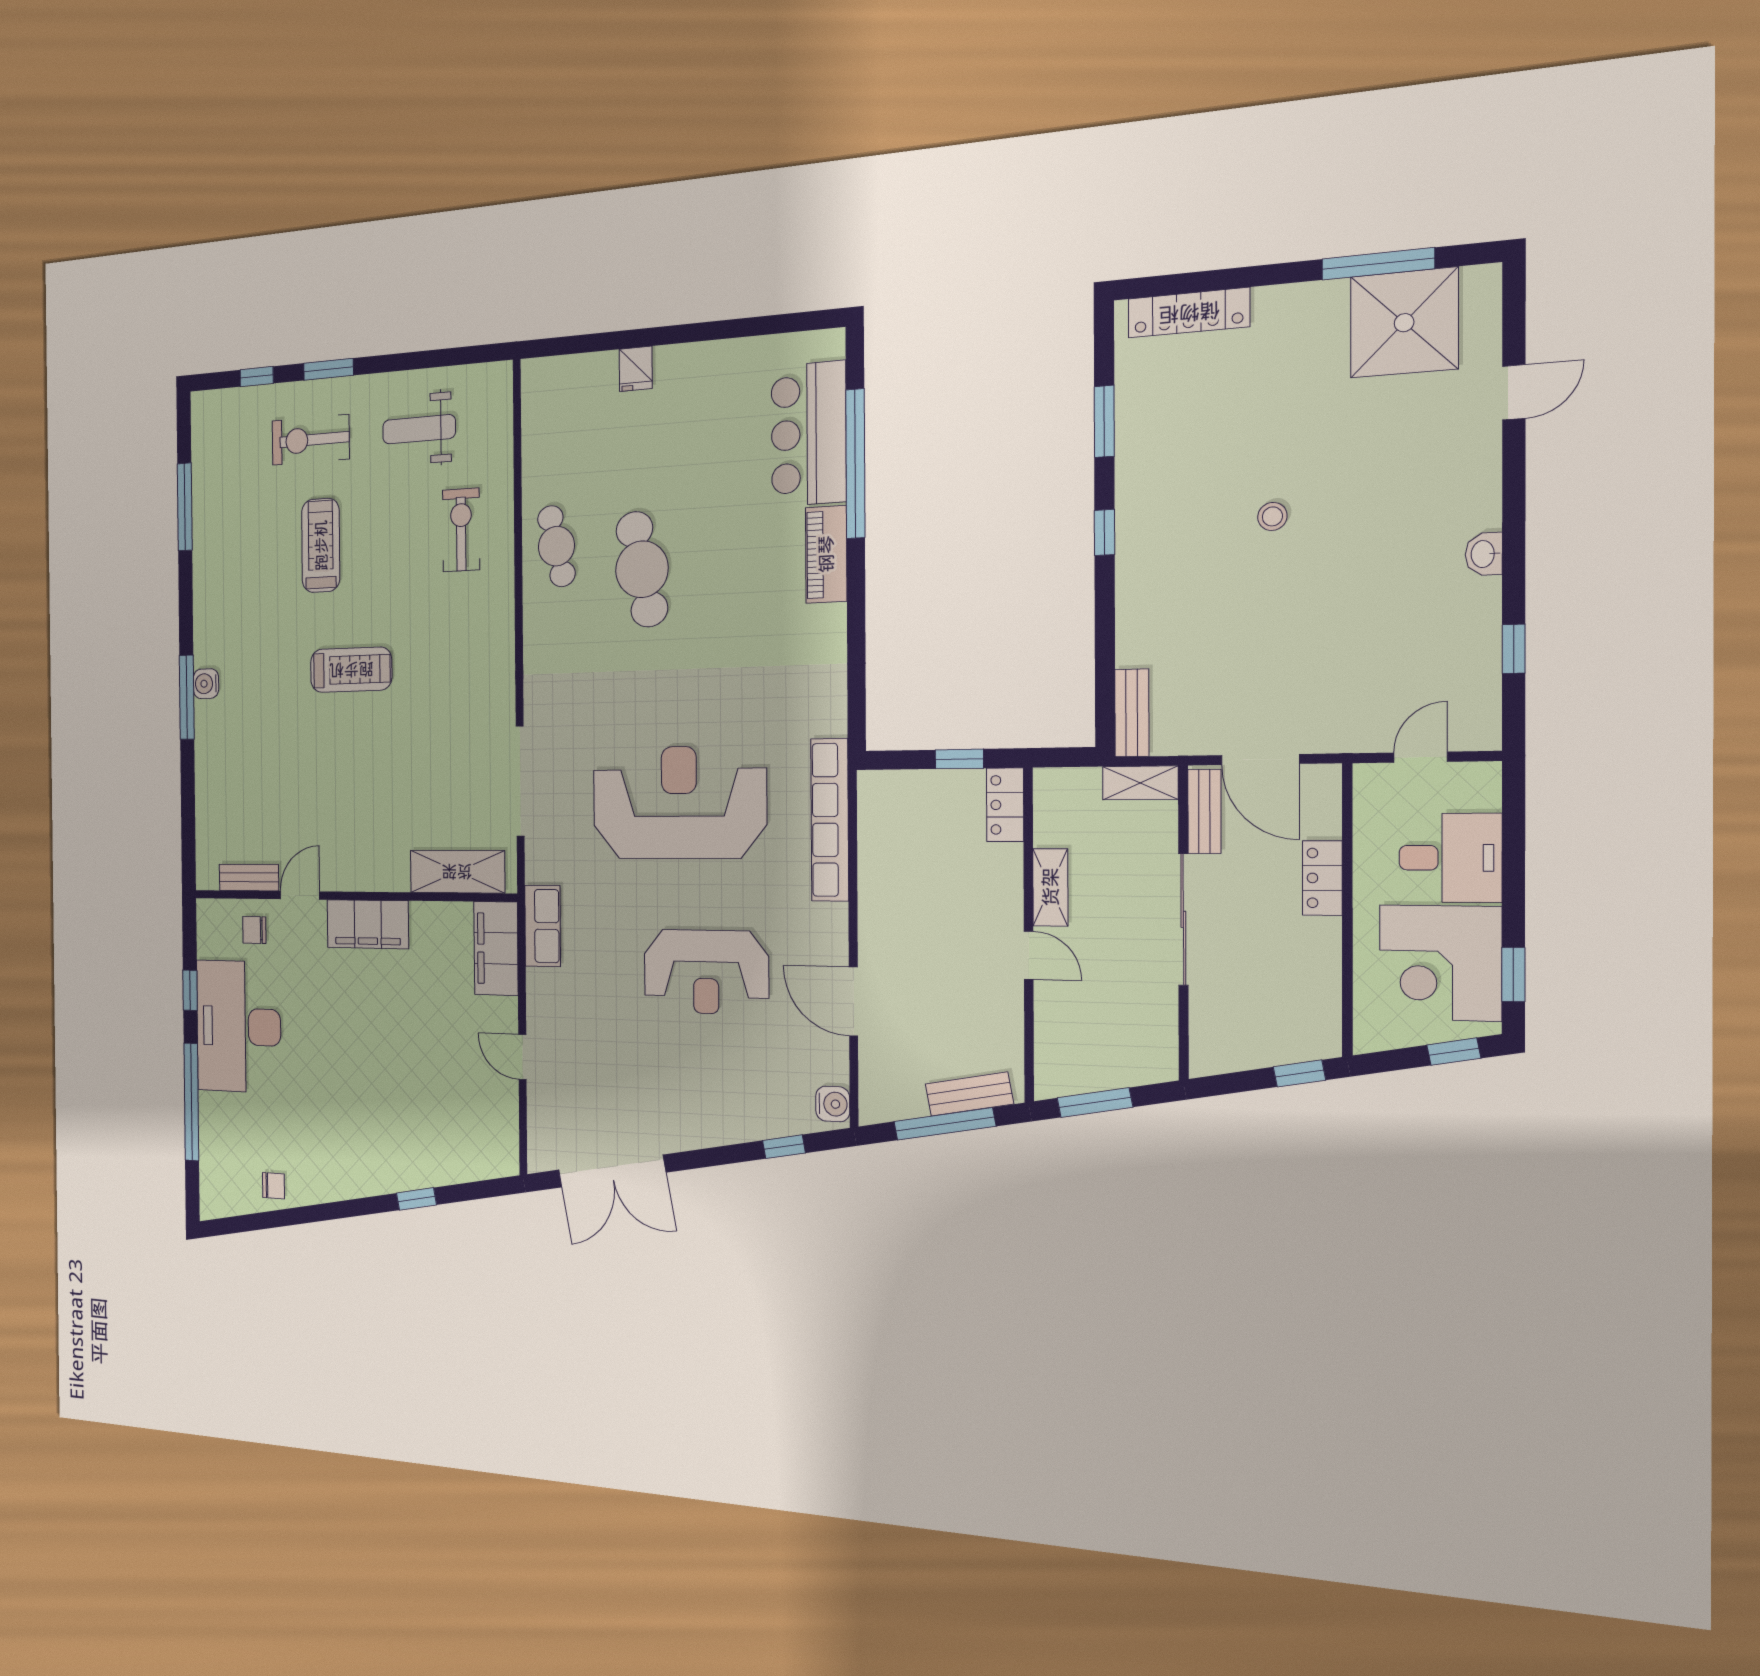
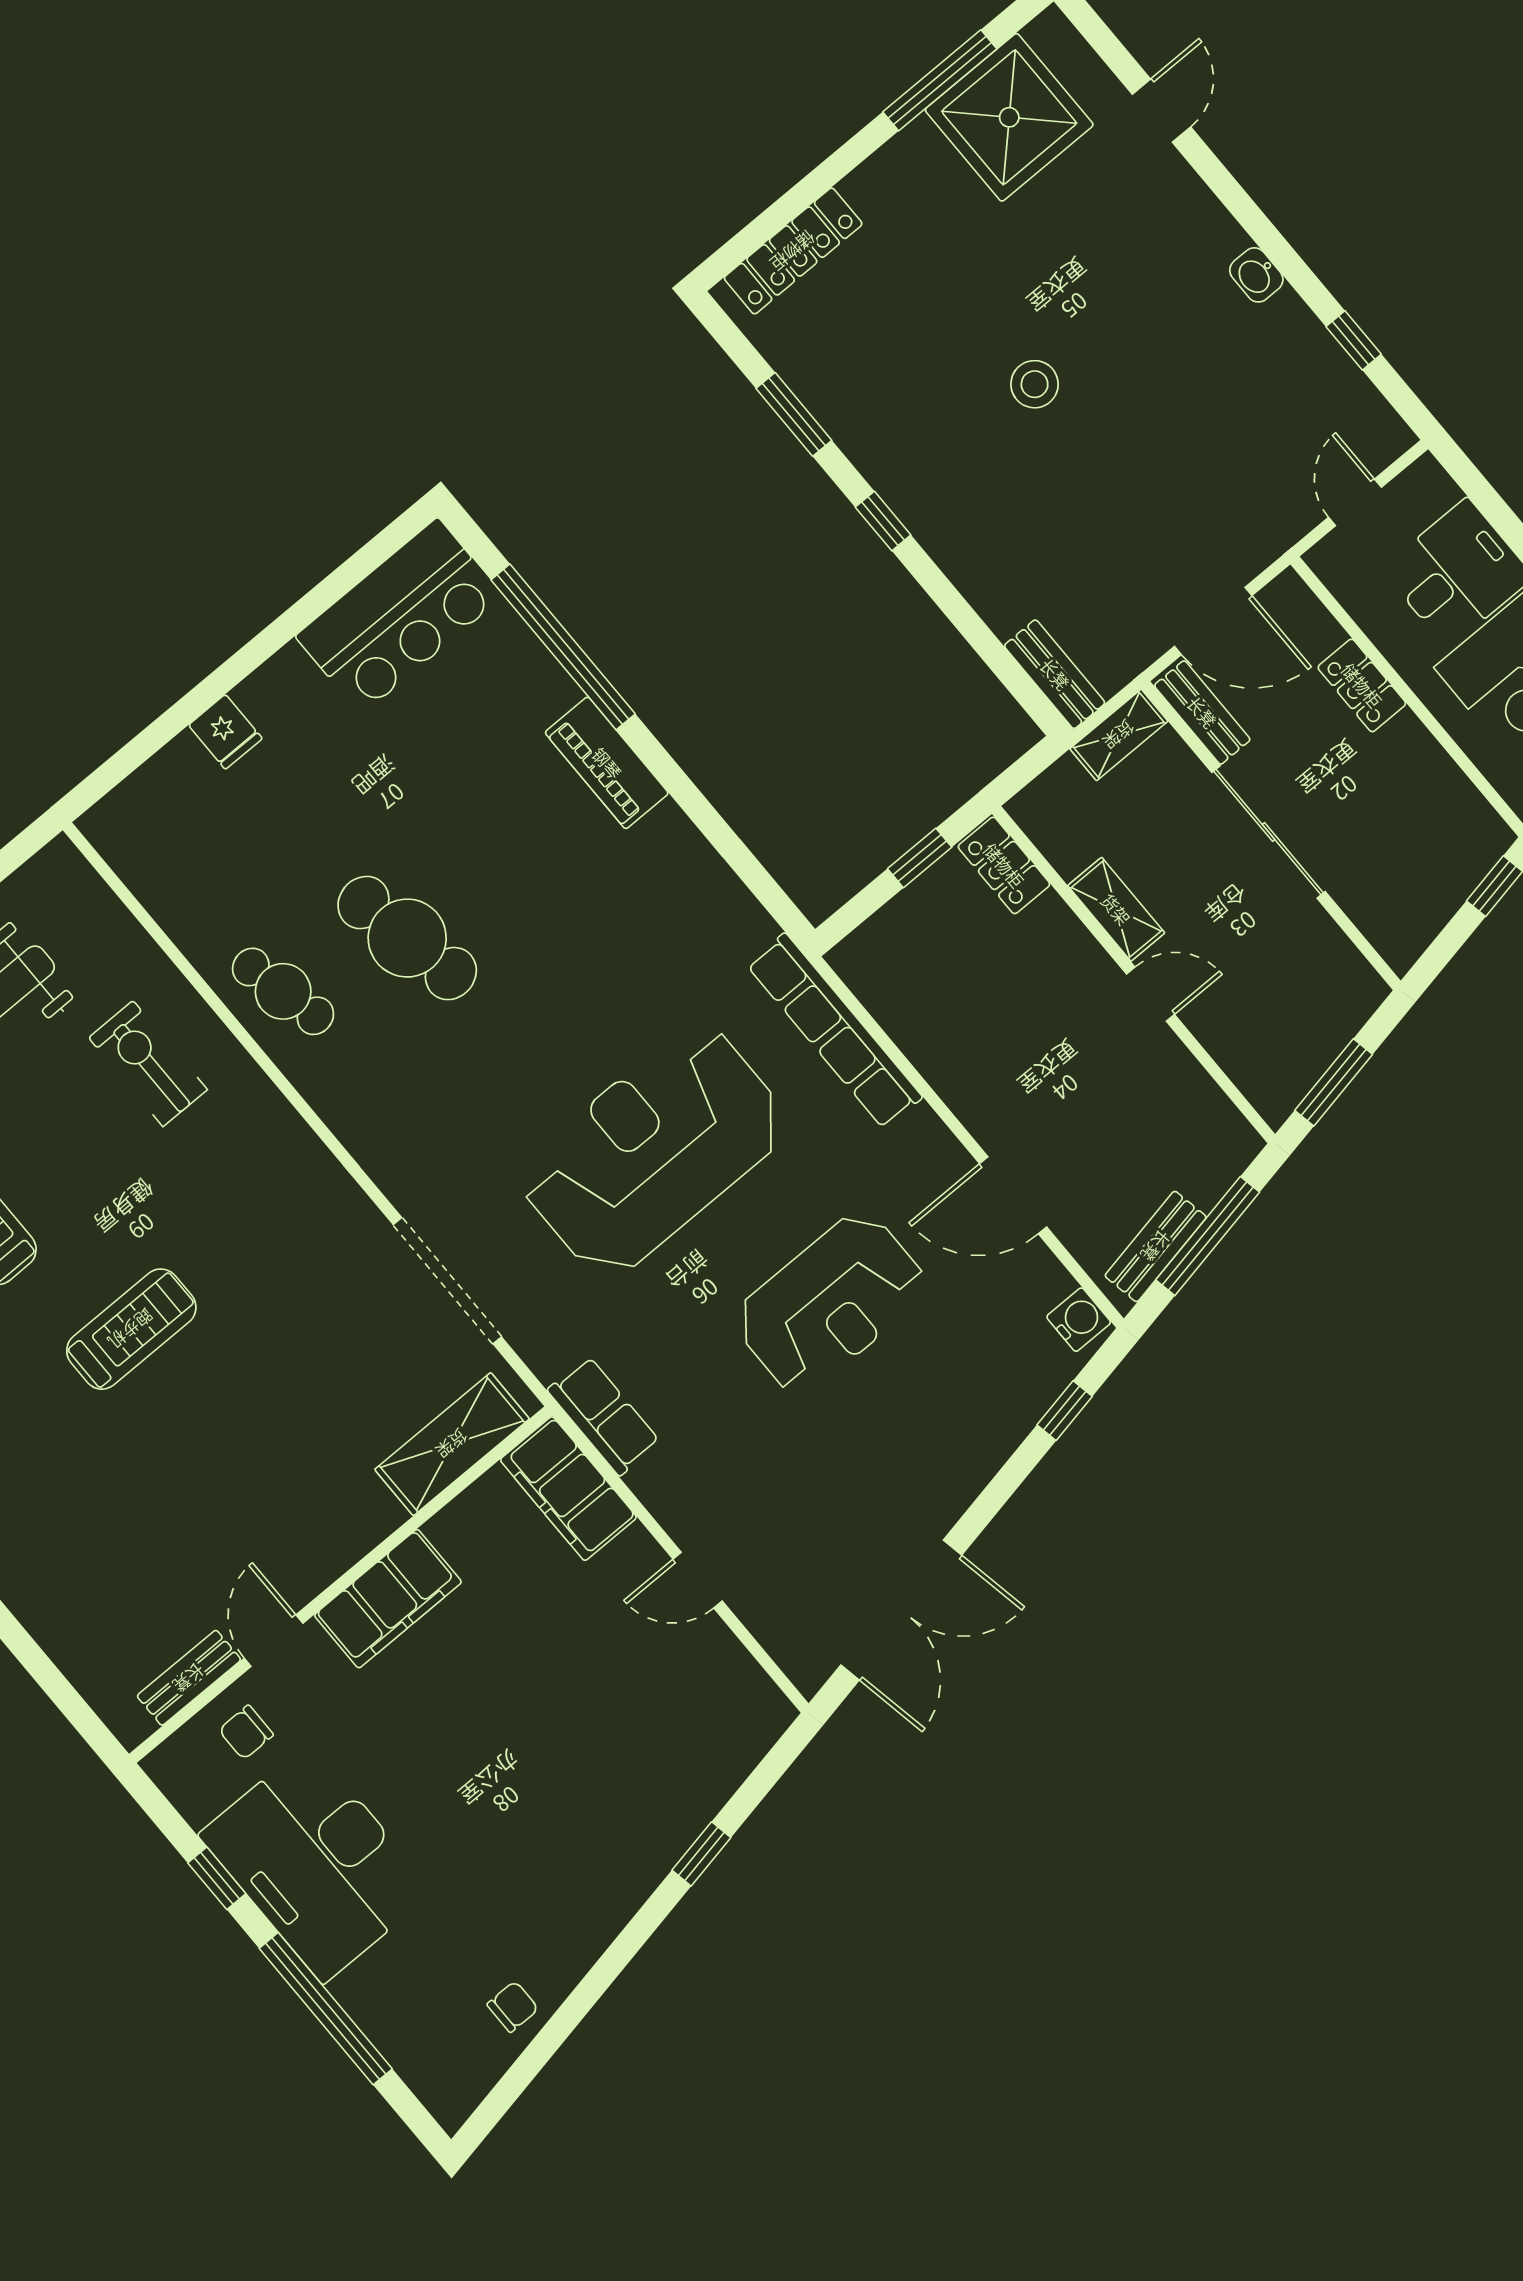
bar counter: (809, 434) -> (399, 616), moved, turned -90
stool: (1272, 516) -> (1035, 384), width x1.37, depth x1.37
bench: (969, 1094) -> (1156, 1246), moved

